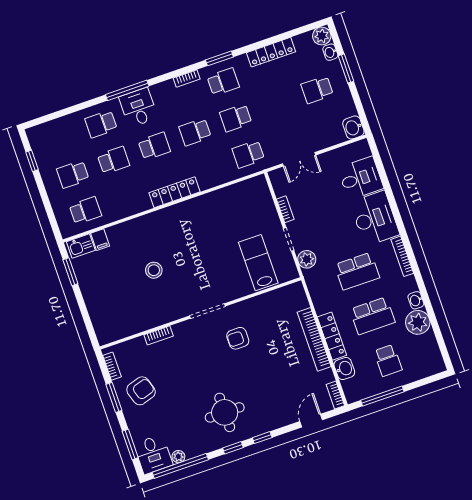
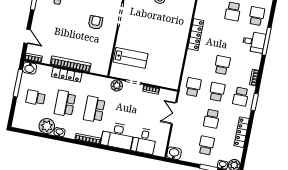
school desk: (154, 146) -> (212, 119), moved
washbasin: (344, 369) -> (30, 68), moved

